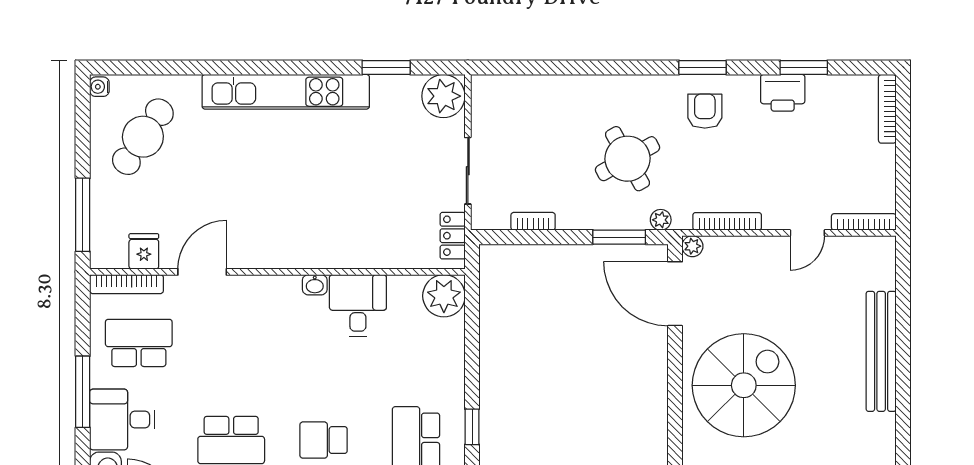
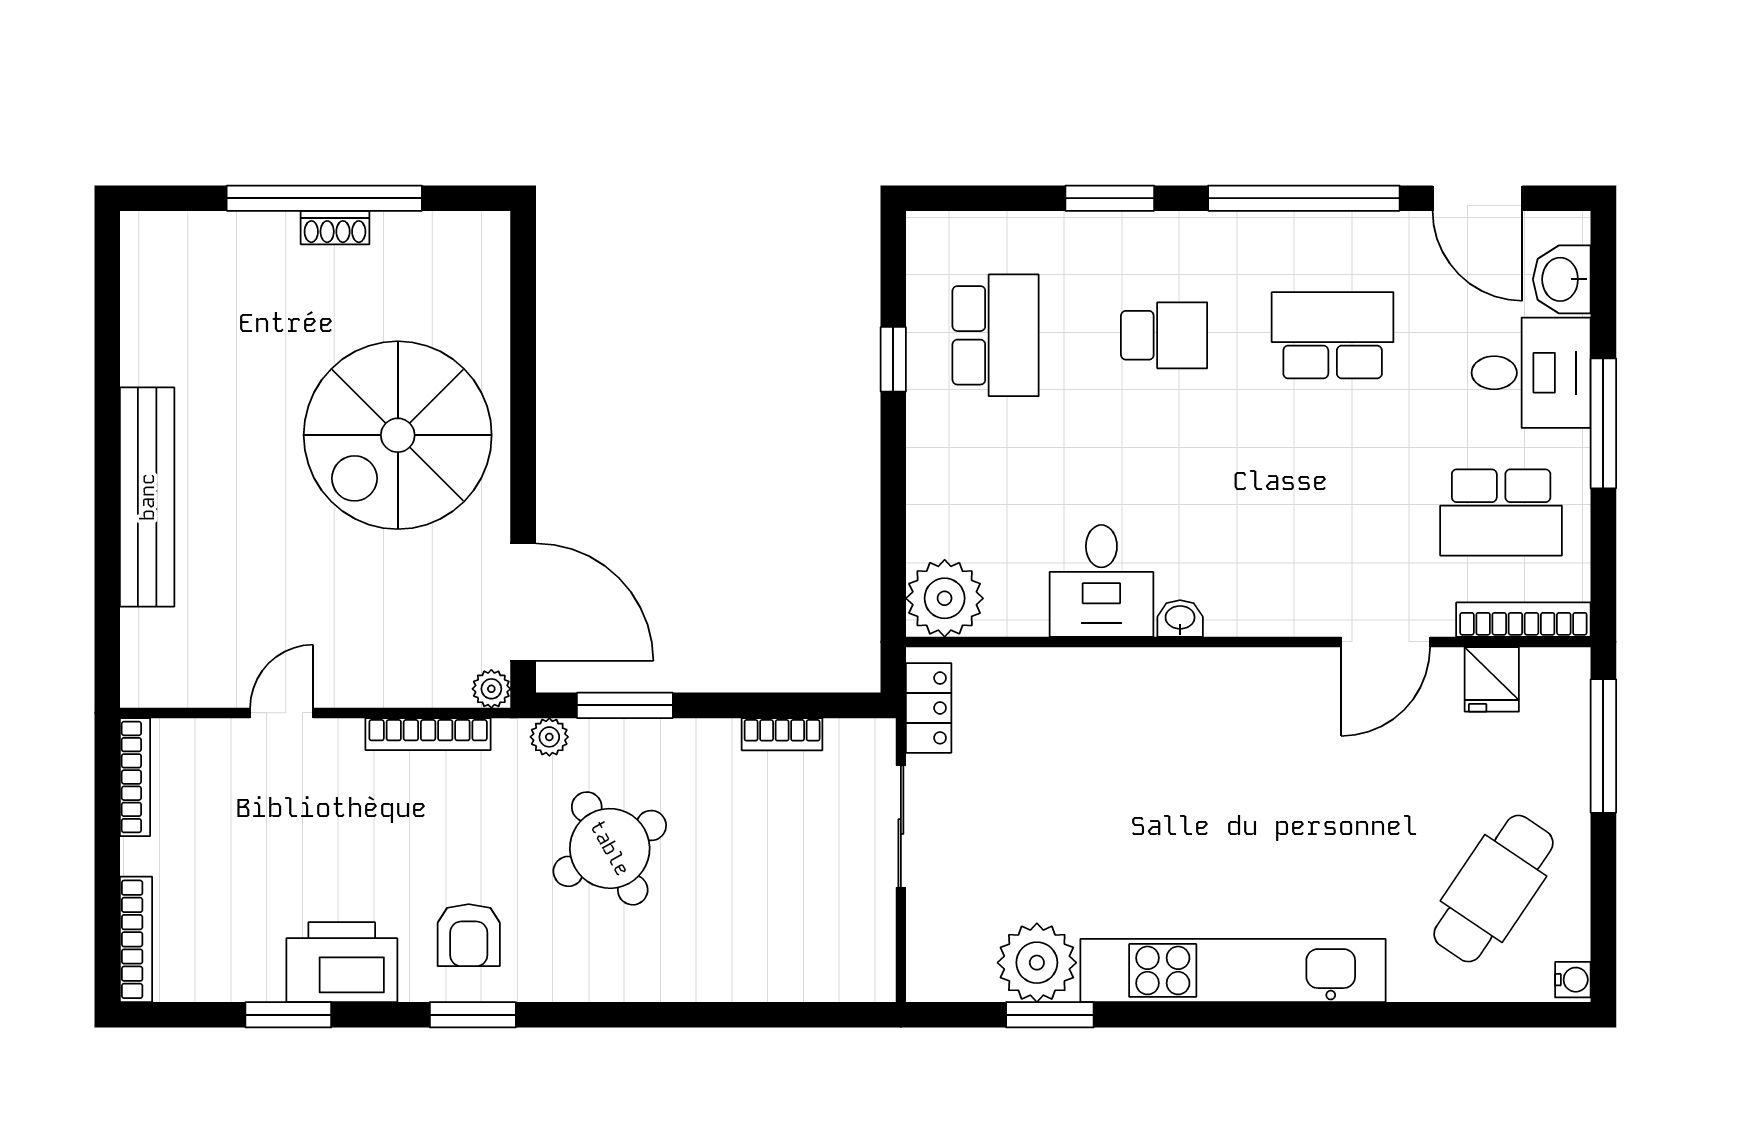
printer: (783, 93) -> (342, 962), width x1.37, depth x1.19
plant: (443, 96) -> (1037, 963), moved
bookcase: (864, 222) -> (135, 777), moved, turned -90

